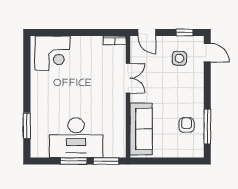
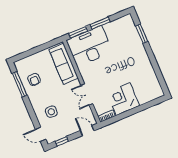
corner desk: (52, 53) -> (123, 99), moved
side table: (179, 58) -> (51, 112), moved
desk: (76, 138) -> (89, 46), moved

